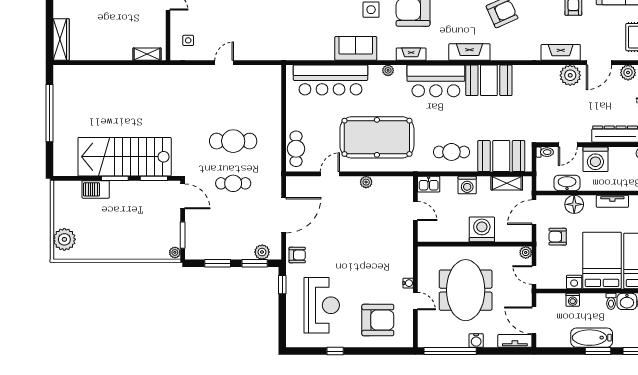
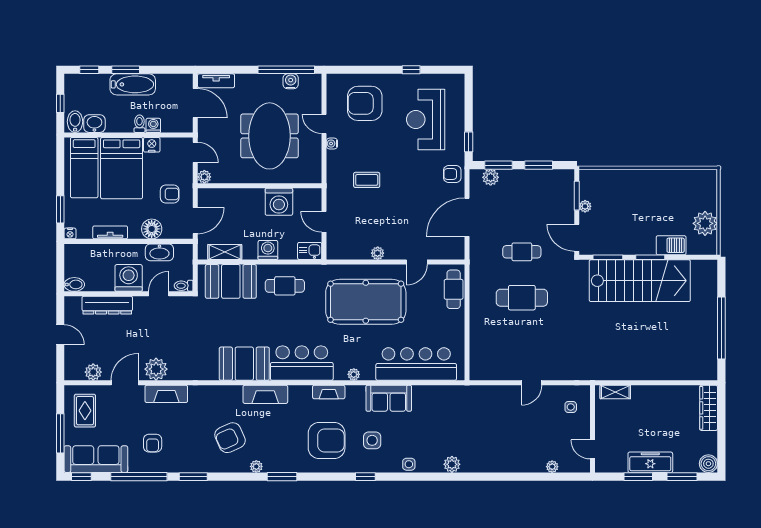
washing machine: (482, 229) -> (279, 202), moved
plant: (64, 239) -> (705, 223), moved
coffee table: (376, 250) -> (367, 180), added
plant: (175, 252) -> (585, 206), moved
toilet: (611, 301) -> (139, 124), moved
water cooler: (476, 340) -> (291, 81), moved

